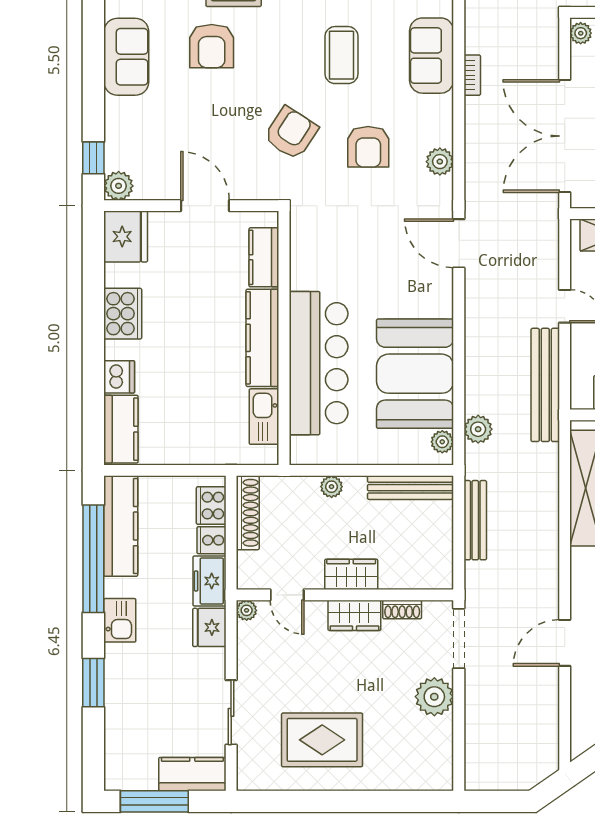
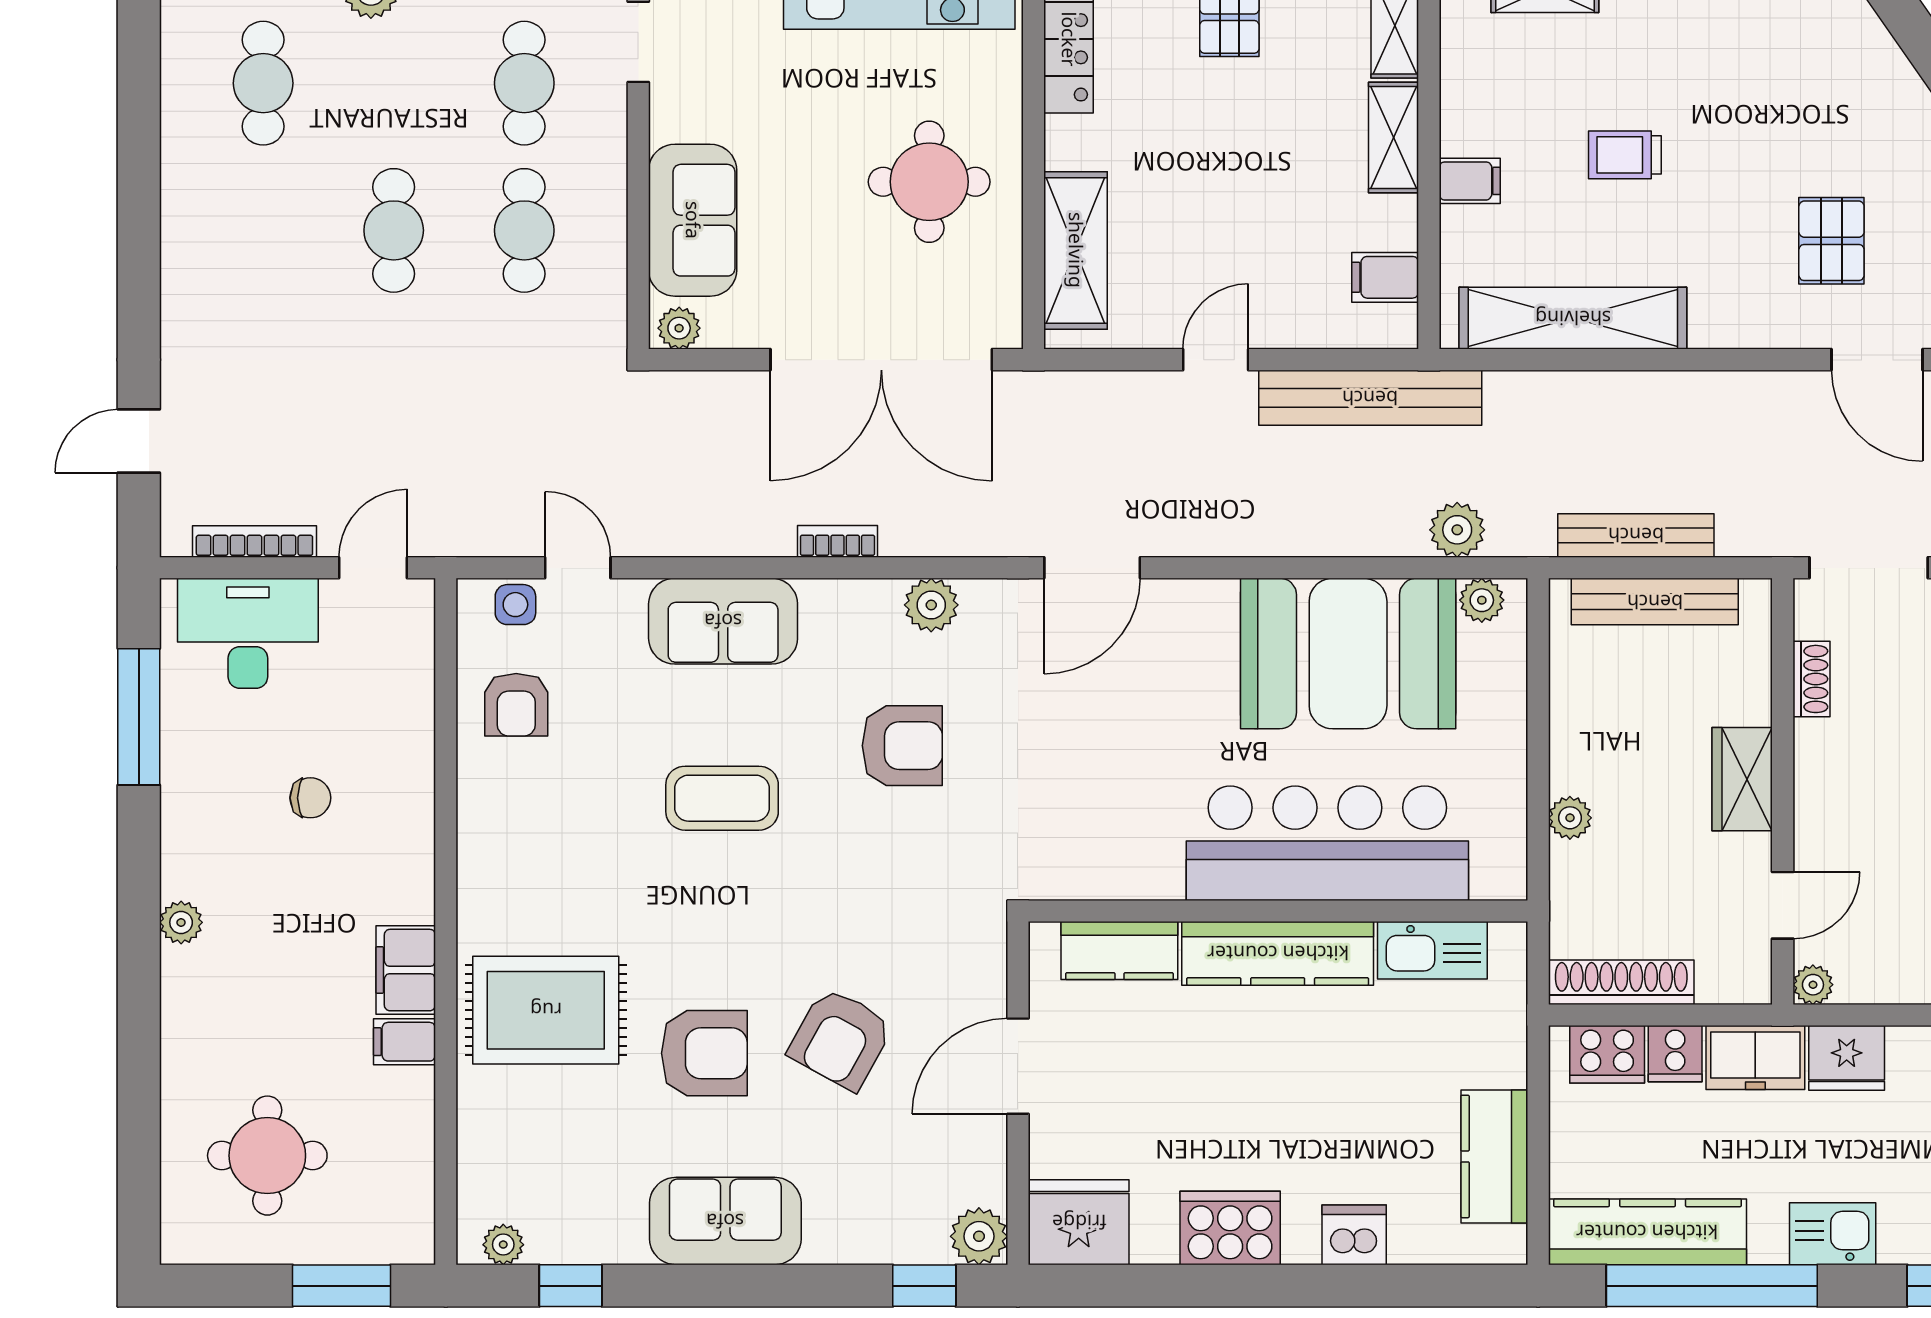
bookcase: (472, 75) -> (838, 541), moved
armchair: (291, 133) -> (841, 1039), moved, turned -94
kitchen counter: (121, 429) -> (1494, 1156), moved, turned -90
bench: (410, 488) -> (1655, 602), moved, turned 90
wardrobe: (354, 615) -> (1823, 773), removed

